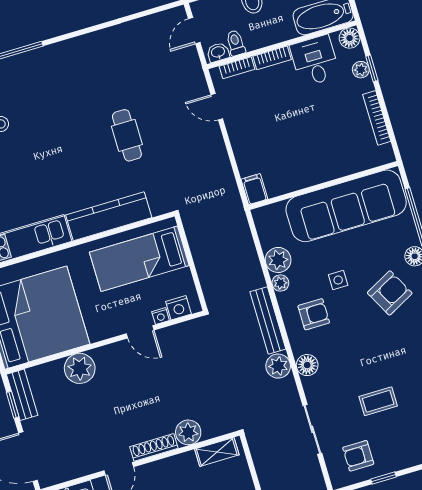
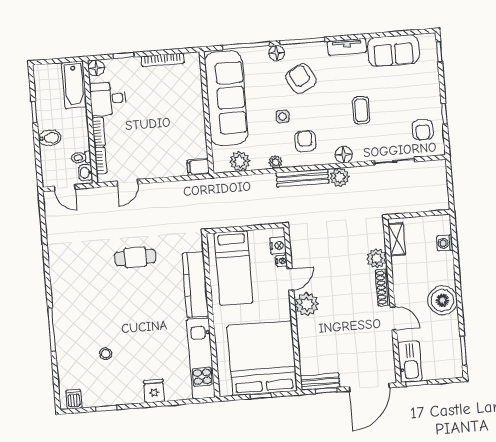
plant: (361, 70) -> (122, 64), removed
plant: (278, 260) -> (240, 161), moved
plant: (80, 368) -> (307, 304), moved
coffee table: (378, 401) -> (361, 110), moved

